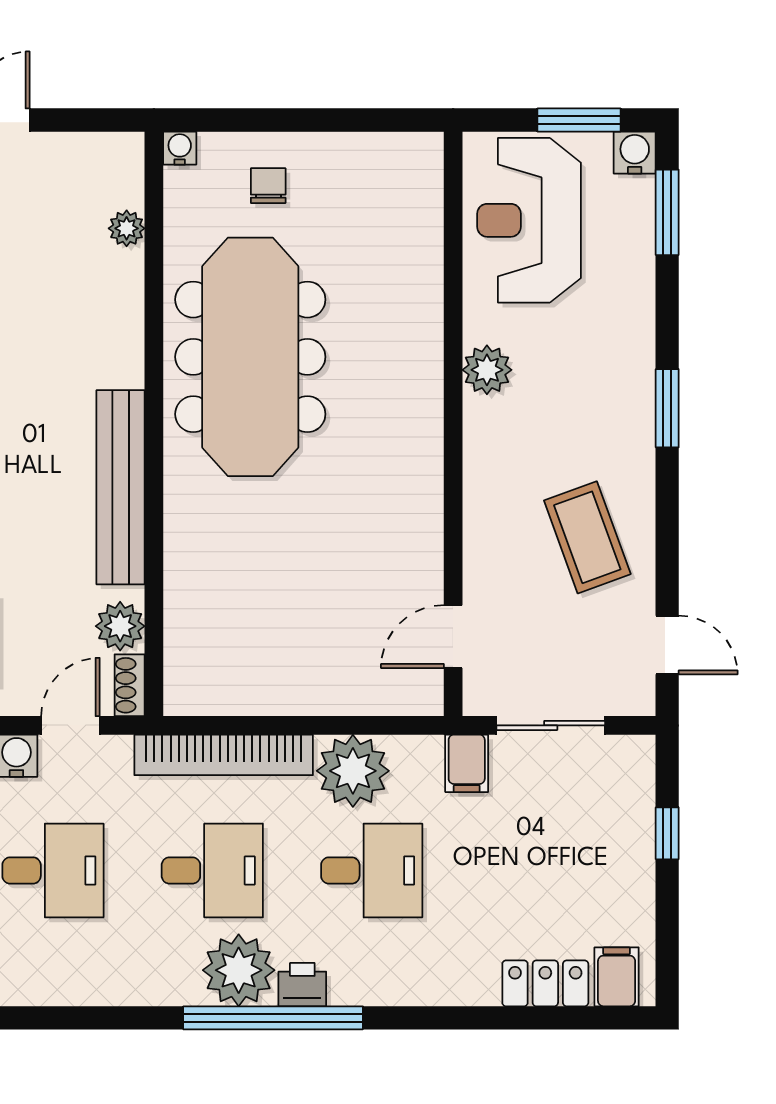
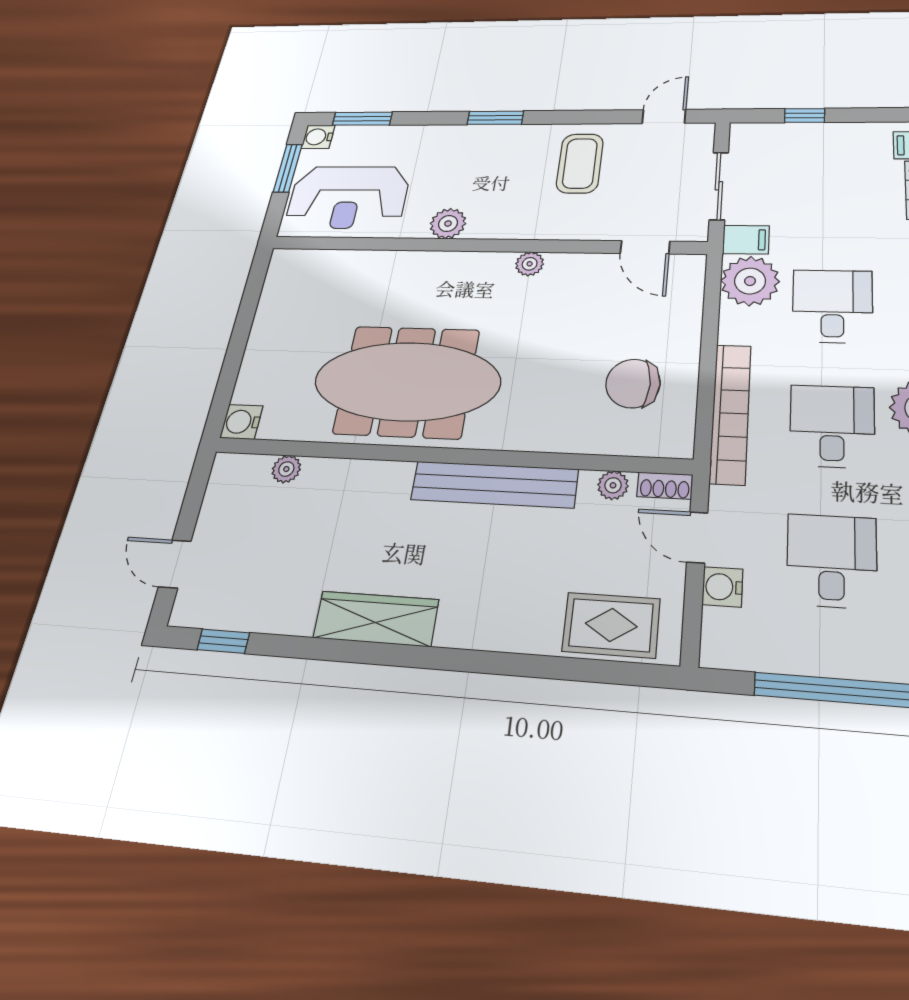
water cooler: (180, 148) -> (241, 422), width x1.38, depth x1.38
chair: (268, 186) -> (633, 383), moved, width x1.87, depth x1.87
plant: (425, 489) -> (530, 264), added
coffee table: (587, 537) -> (580, 163), turned -70
plant: (120, 626) -> (613, 485), width x0.73, depth x0.73
plant: (353, 771) -> (750, 281), moved

